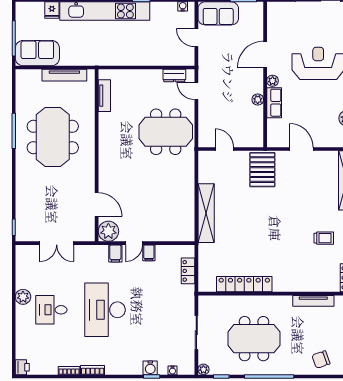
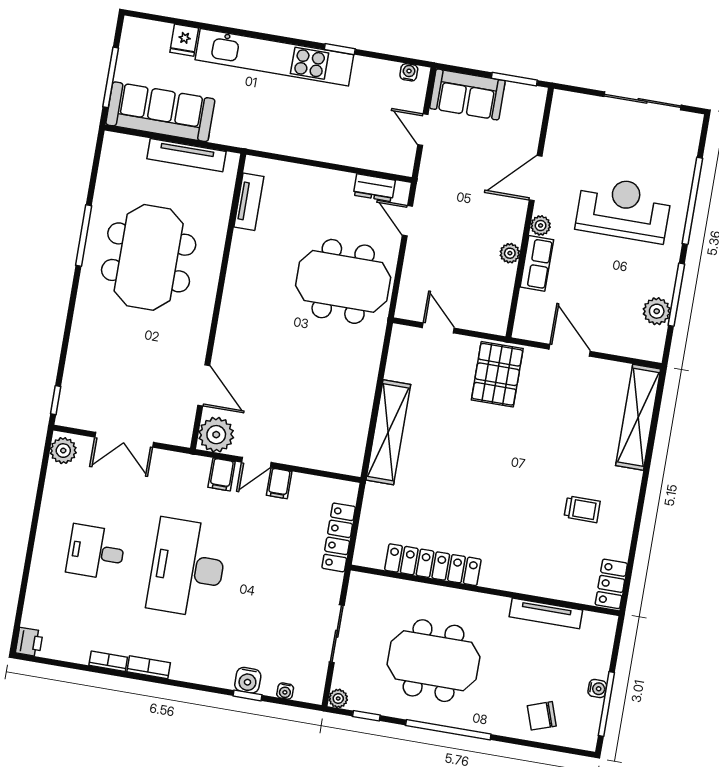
sofa: (37, 53) -> (160, 112), width x1.36
locker: (188, 271) -> (339, 537), width x1.53
plant: (23, 297) -> (63, 451), moved

